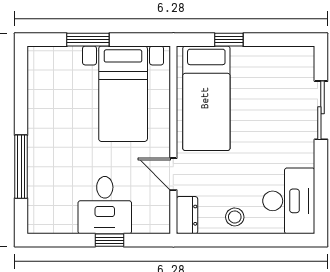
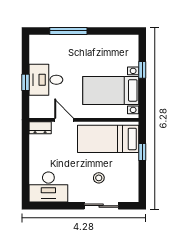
window: (88, 40) -> (142, 70), width x0.67
door: (173, 174) -> (64, 120), hinge flipped
stool: (235, 217) -> (99, 178), moved

